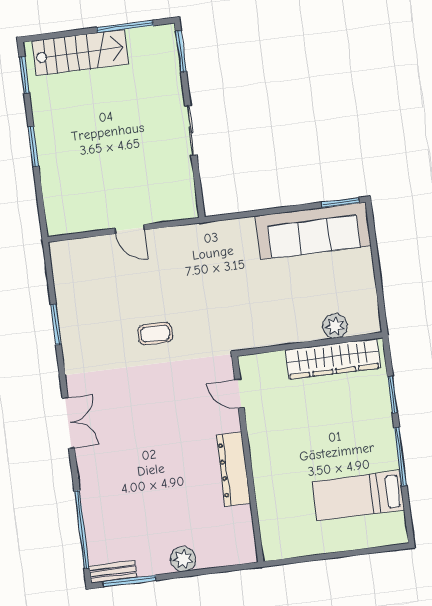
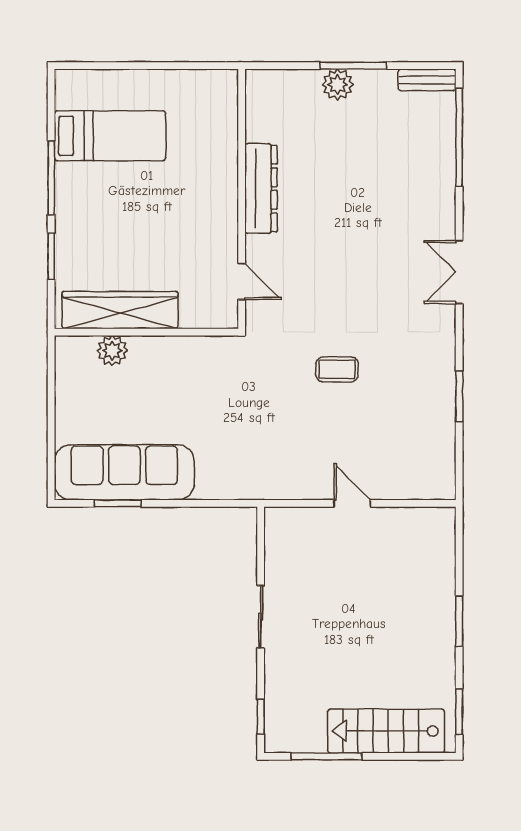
window: (181, 51) -> (261, 717), width x0.67
window: (340, 203) -> (118, 503), moved
window: (130, 581) -> (353, 66), moved

